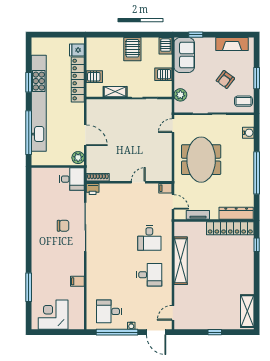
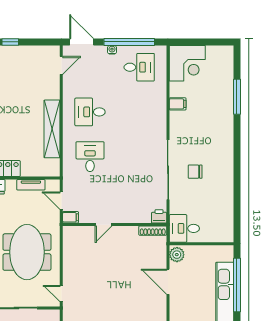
door: (173, 126) -> (61, 294), swing flipped
corner desk: (53, 315) -> (187, 63), moved

